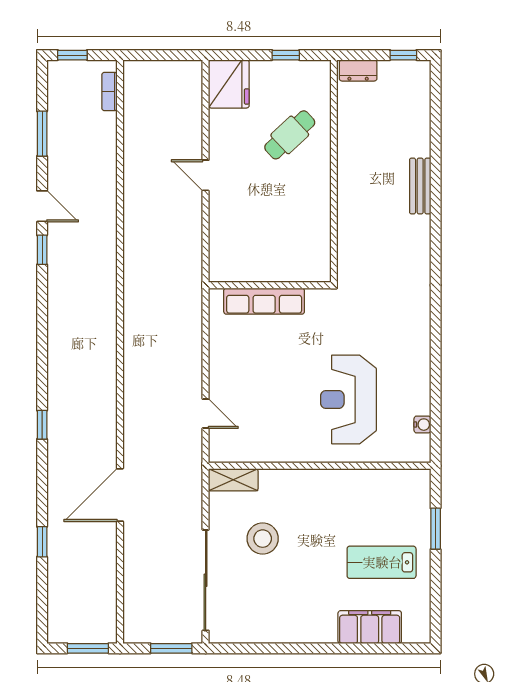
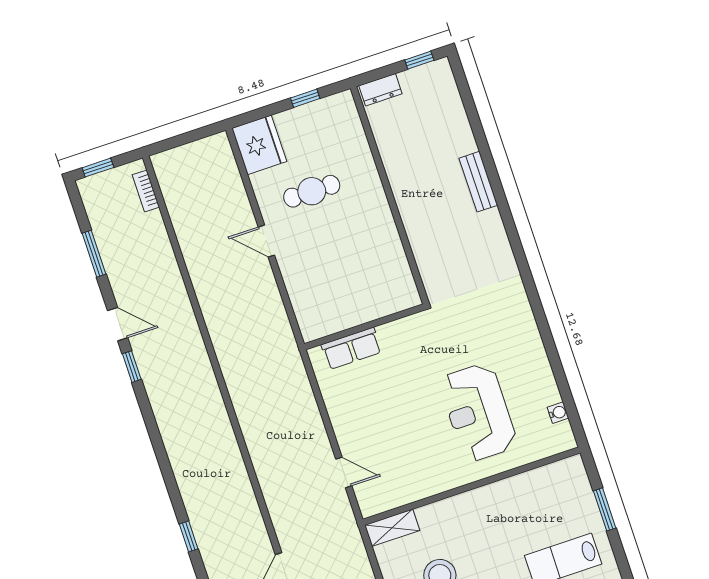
cafe table: (290, 135) -> (312, 191), moved, turned 43
row of seats: (264, 301) -> (351, 348), width x0.68

